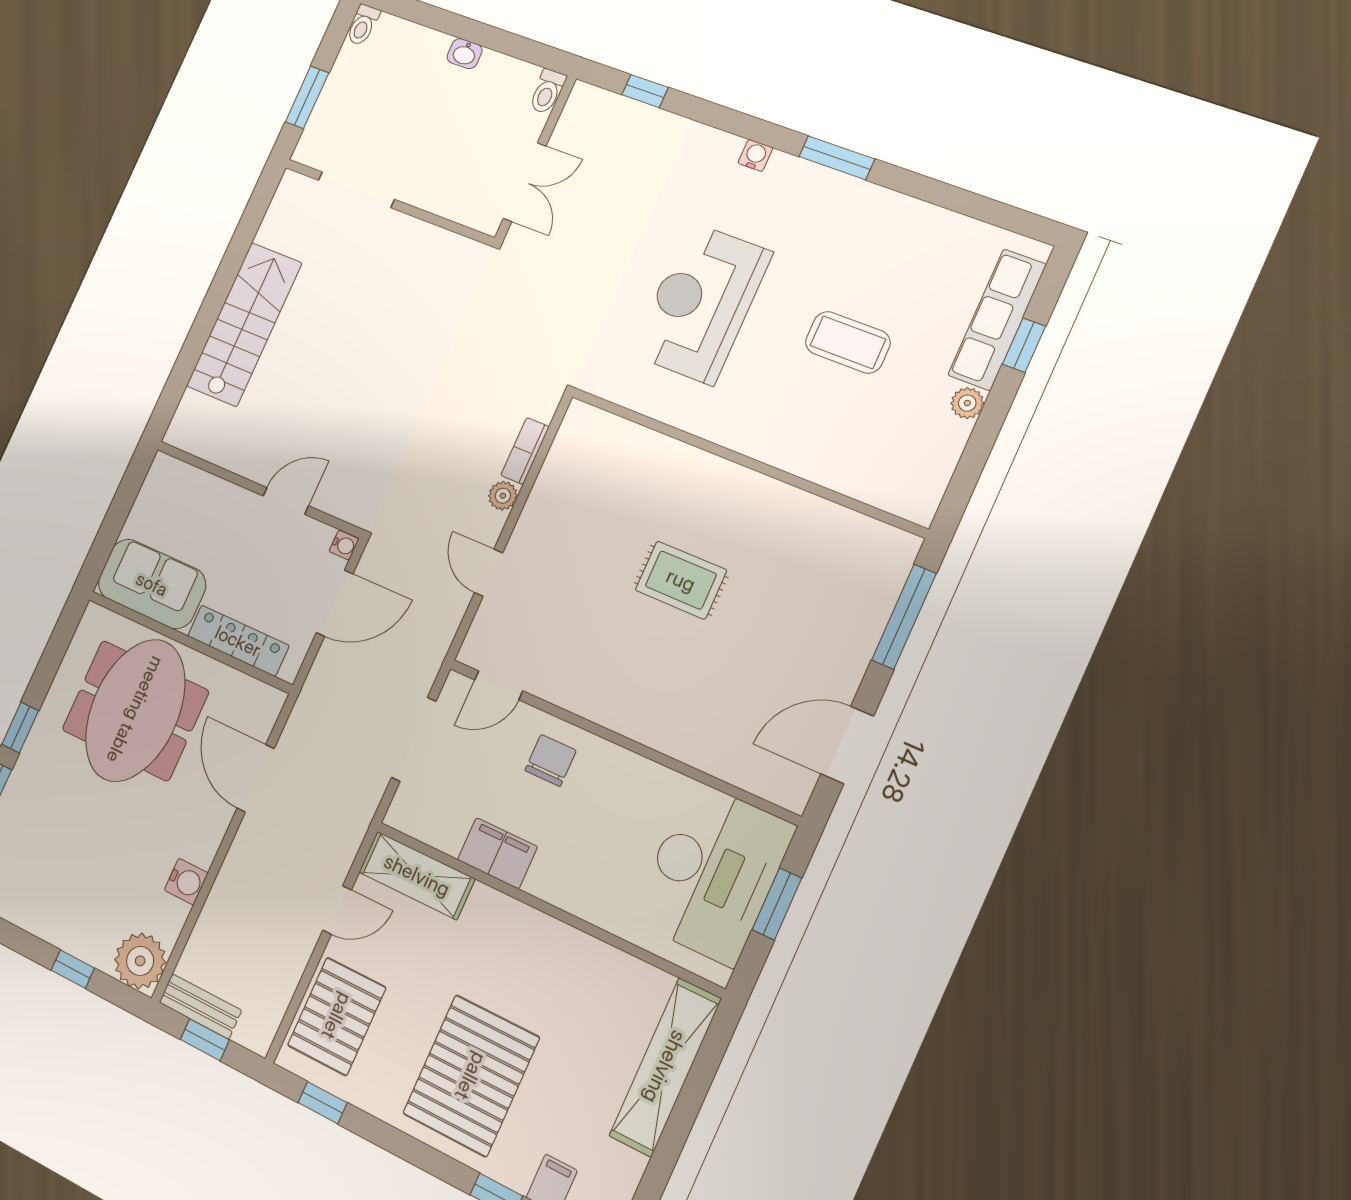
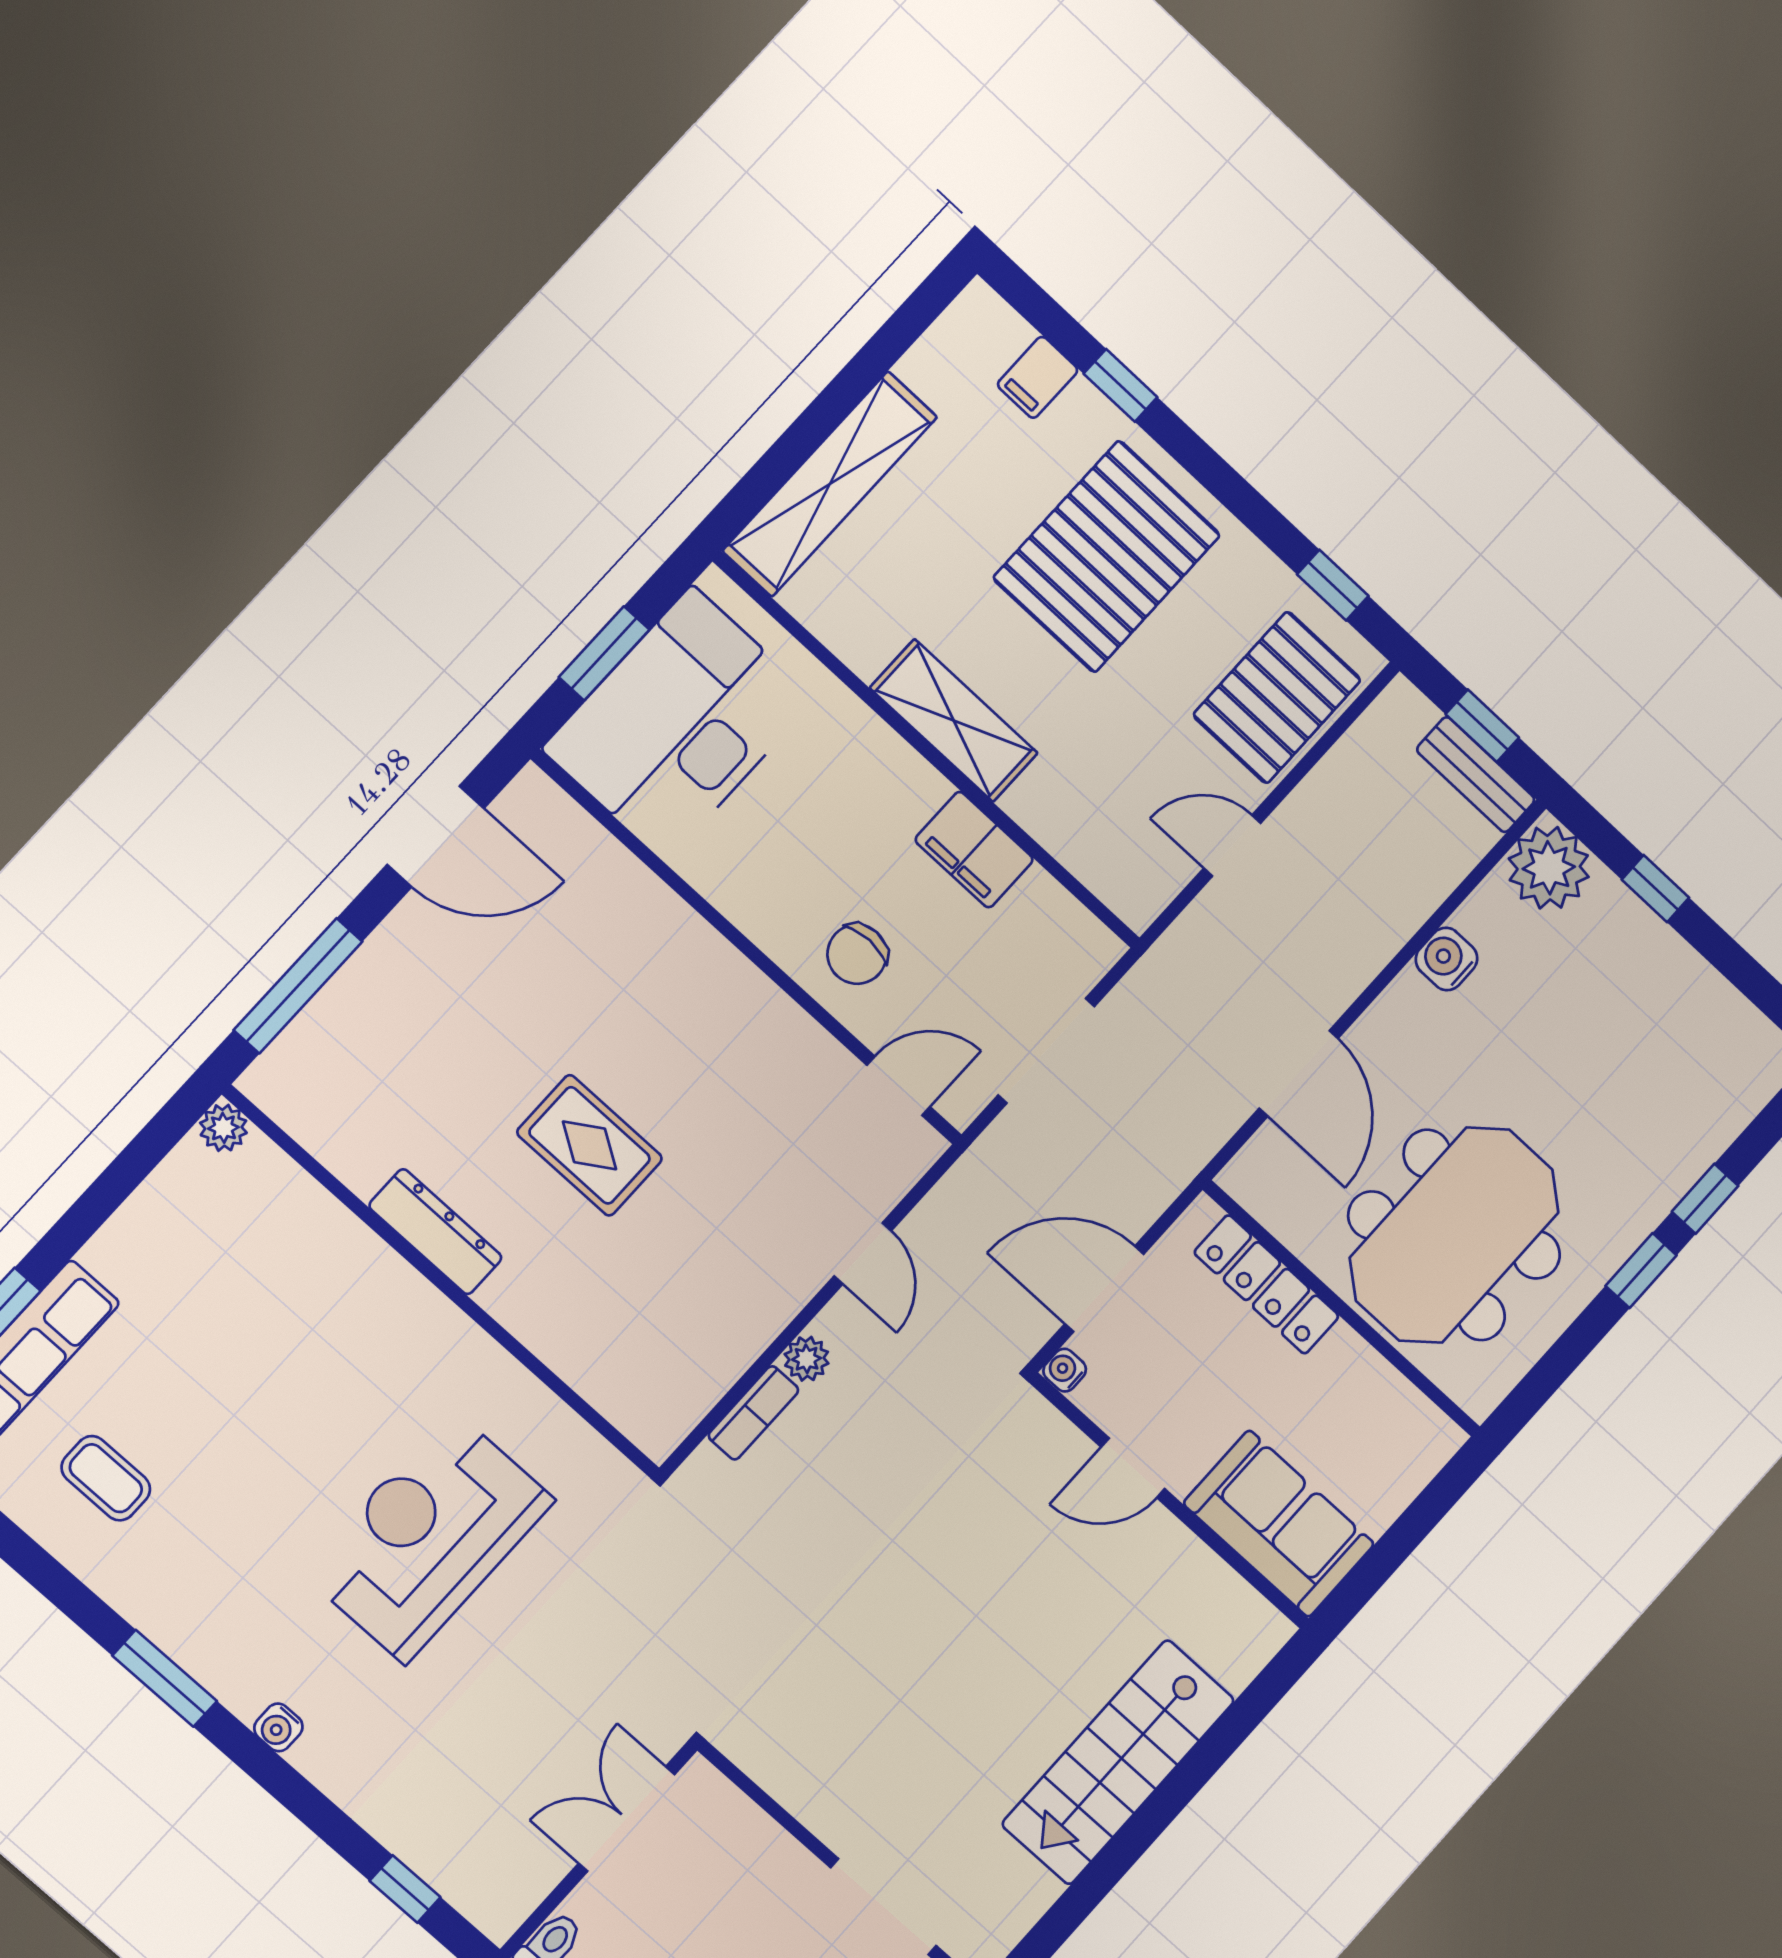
reception desk: (701, 303) -> (429, 1537), turned 180
coffee table: (848, 342) -> (106, 1478), moved, width x0.73, depth x0.77
plant: (967, 403) -> (223, 1128), moved
dresser: (761, 491) -> (435, 1232), added
sofa: (152, 584) -> (1279, 1524), moved, turned 180
shelving: (417, 875) -> (954, 721), moved

